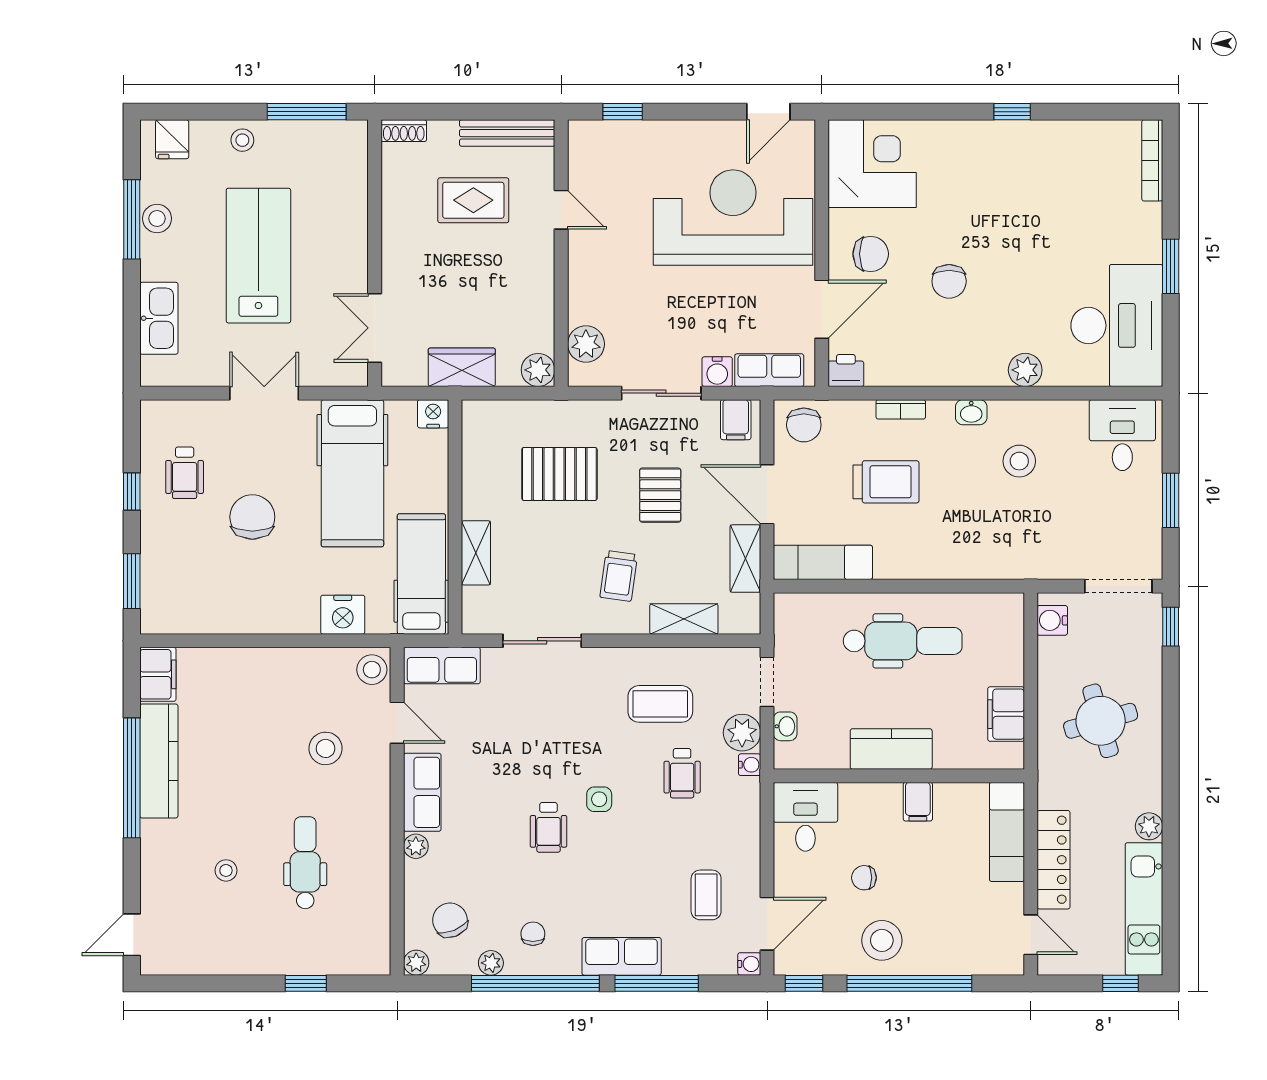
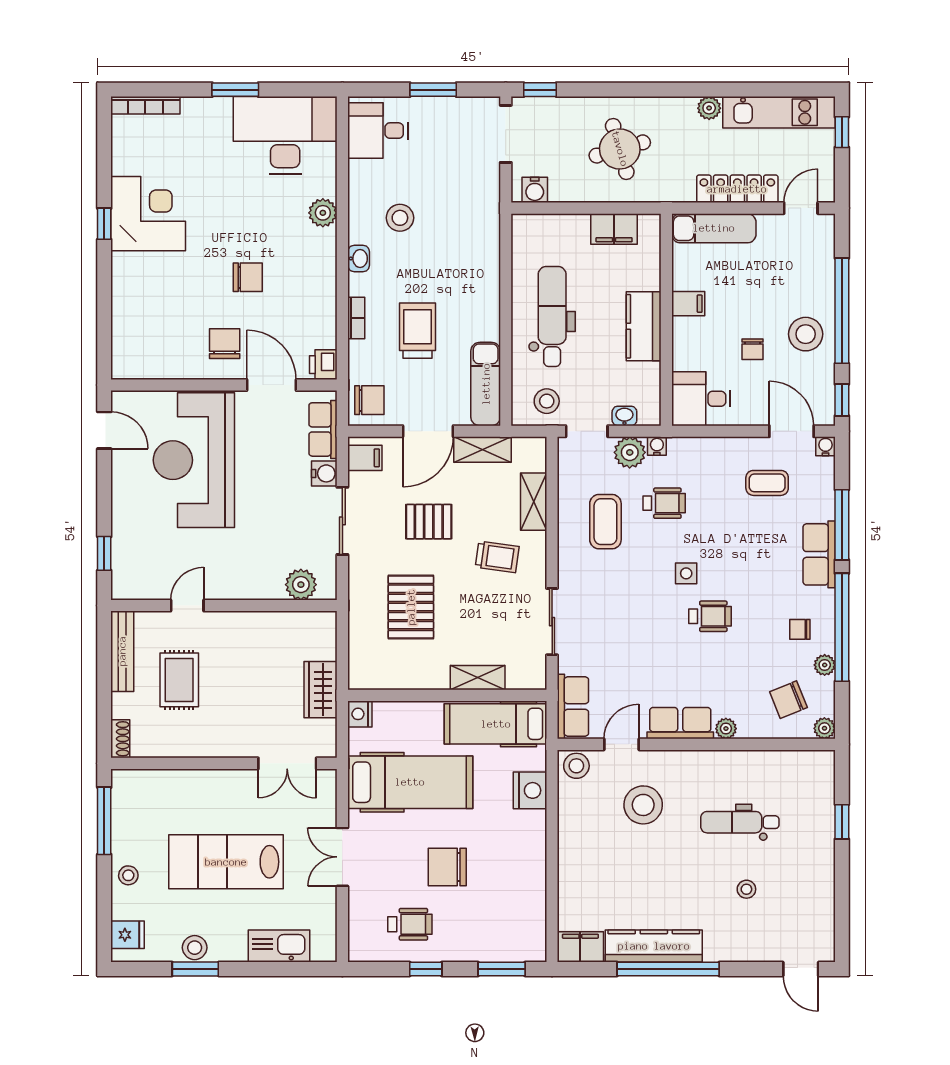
corner desk: (872, 164) -> (148, 214), moved, turned 90
window: (132, 219) -> (195, 969), width x0.69
plant: (538, 370) -> (323, 625), removed
stool: (803, 634) -> (547, 401), added
stool: (326, 748) -> (643, 805), width x1.38, depth x1.38

